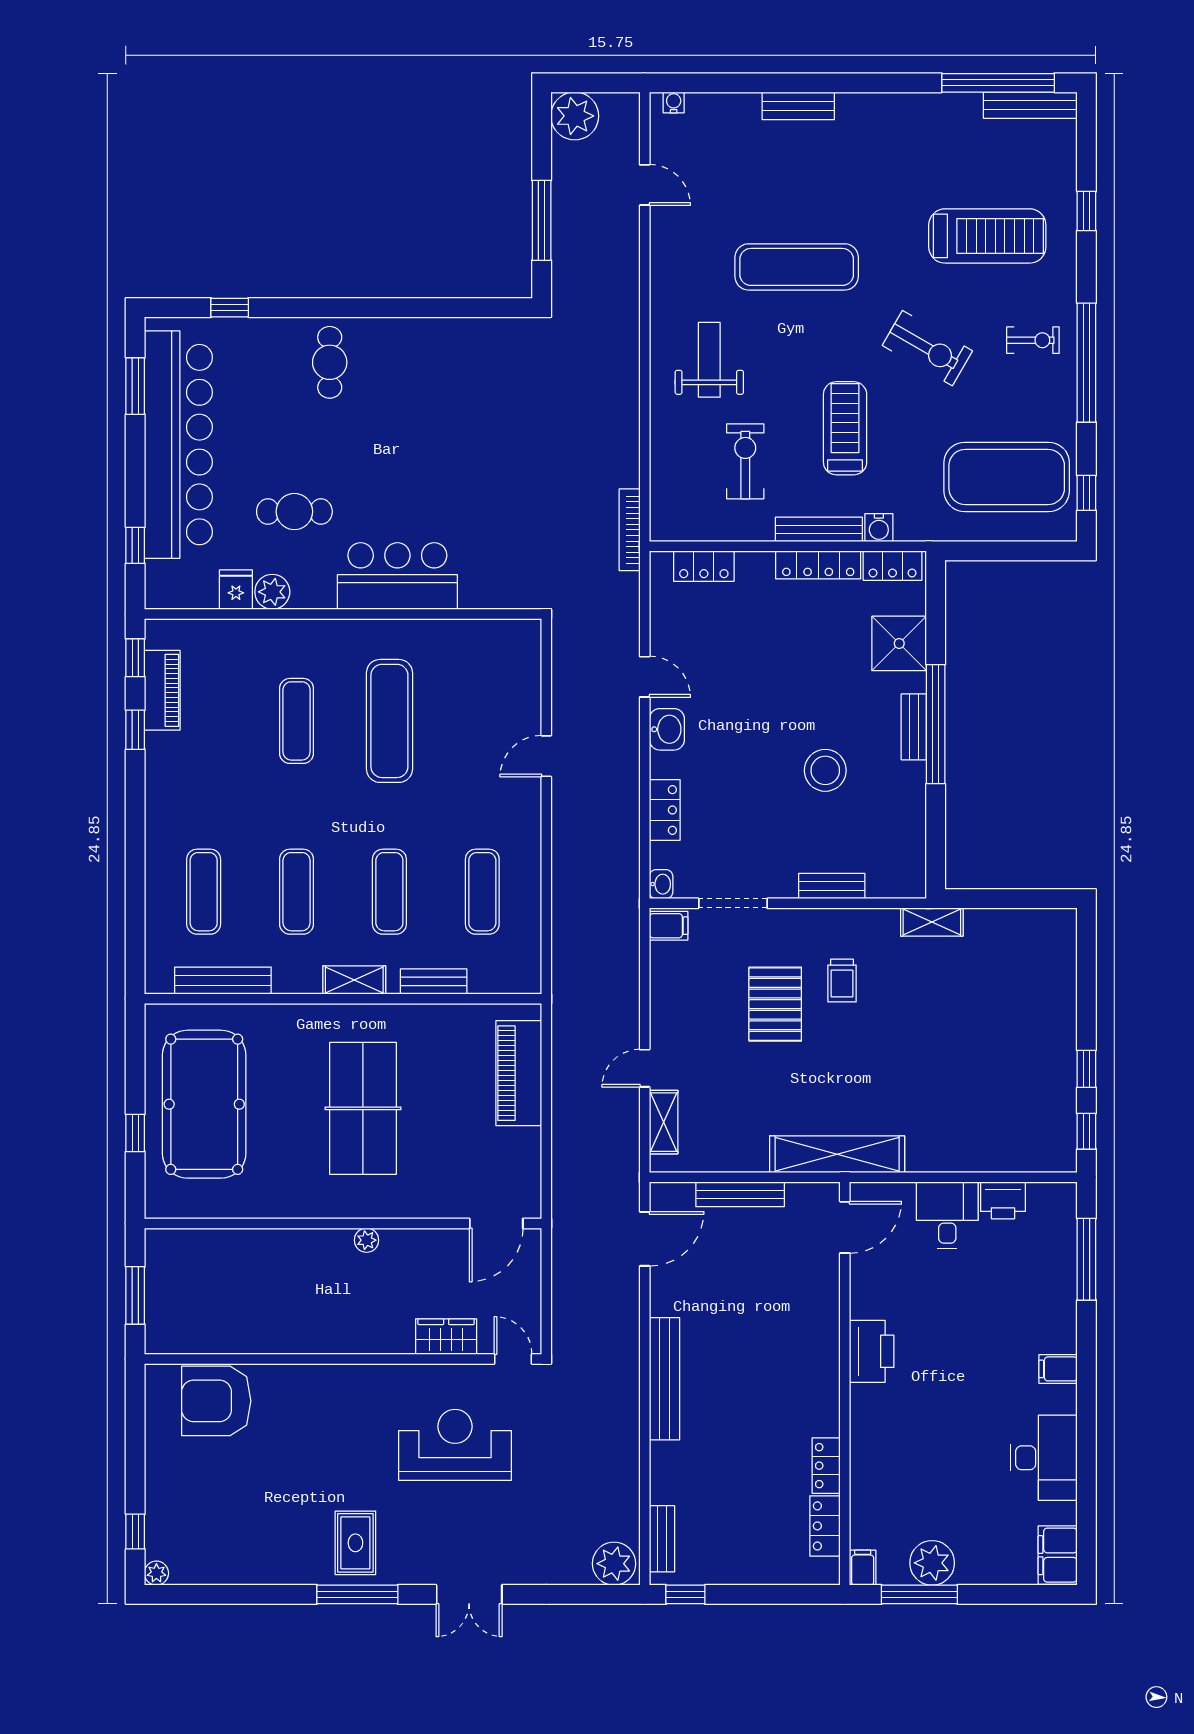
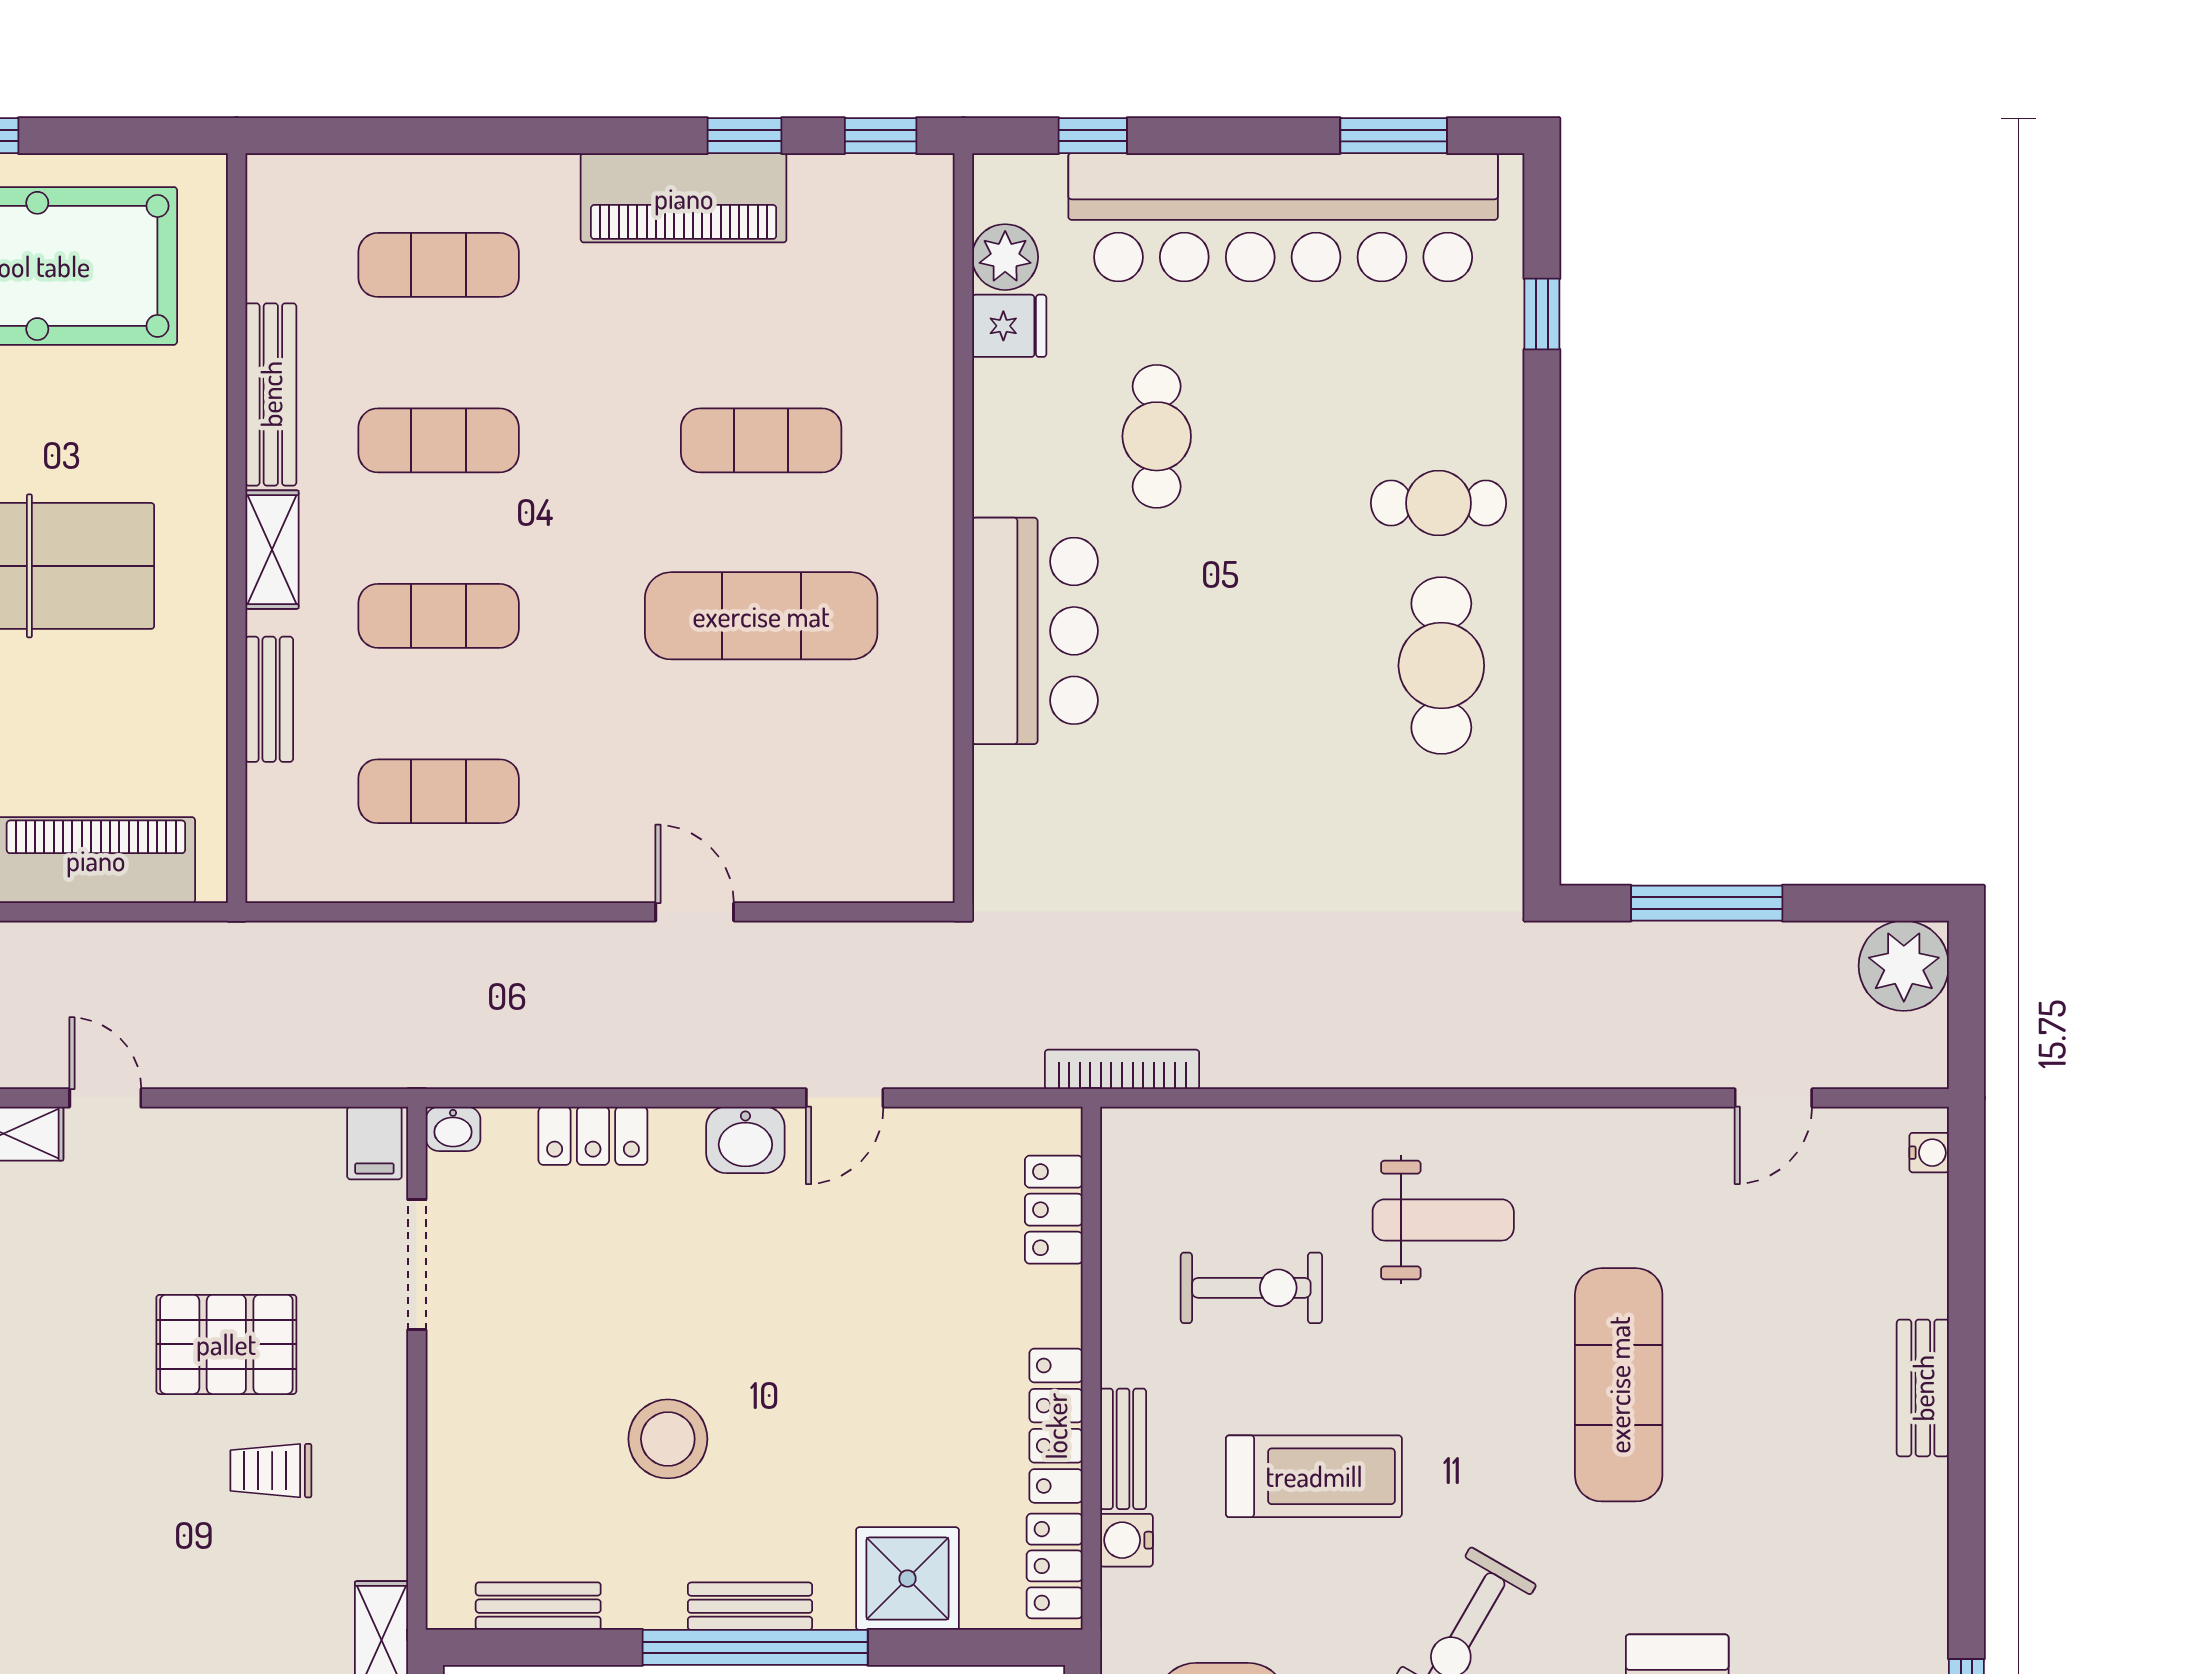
cafe table: (416, 361) -> (1441, 666), added
bench: (819, 529) -> (1123, 1449), width x0.73
plant: (272, 592) -> (1005, 257), moved
piano: (162, 690) -> (684, 198), moved, width x1.37, depth x1.33
bench: (832, 886) -> (538, 1606), moved, turned 90
bench: (223, 981) -> (271, 394), moved

